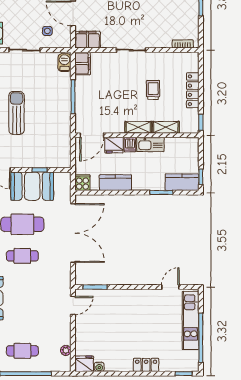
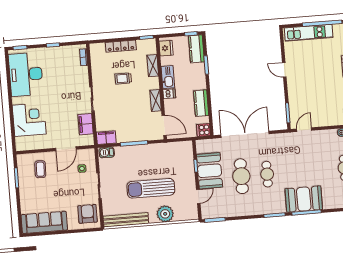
filing cabinet: (88, 40) -> (86, 124), moved
sun lounger: (16, 113) -> (151, 188), width x1.36, depth x1.34
shelving: (138, 127) -> (156, 100), moved
fridge: (114, 145) -> (166, 48), moved
door: (170, 287) -> (284, 70), moved
door: (73, 305) -> (304, 130), hinge flipped

